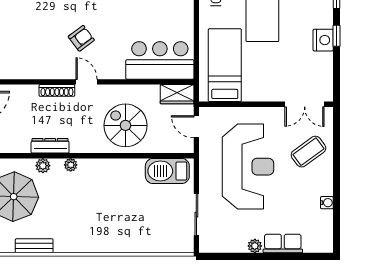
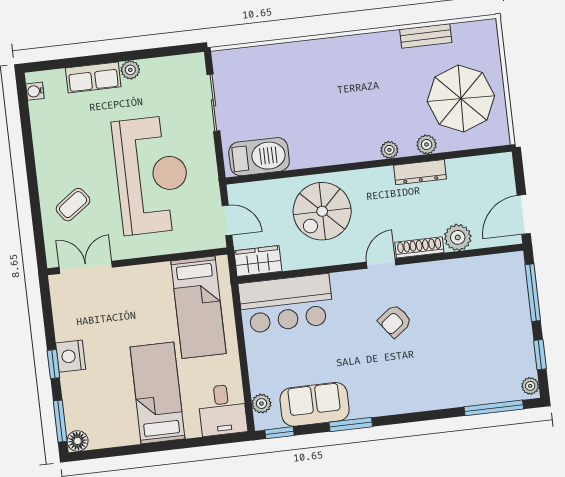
door: (87, 82) -> (381, 263), swing flipped
plant: (28, 95) -> (458, 237), added
spiral stairs: (125, 125) -> (322, 211), turned 90
coffee table: (308, 152) -> (73, 205), width x0.73, depth x0.77
reception desk: (248, 167) -> (152, 175), turned 180
water cooler: (327, 203) -> (35, 91), moved

